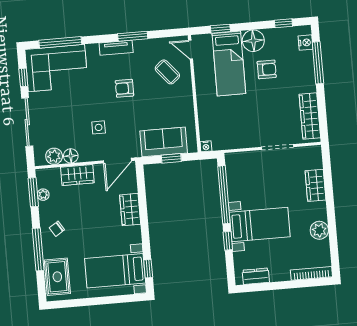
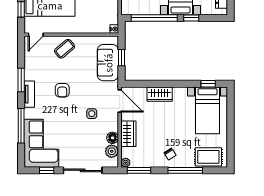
window: (60, 42) -> (21, 126), moved
coffee table: (167, 72) -> (65, 49), moved
plant: (43, 195) -> (126, 163), moved

